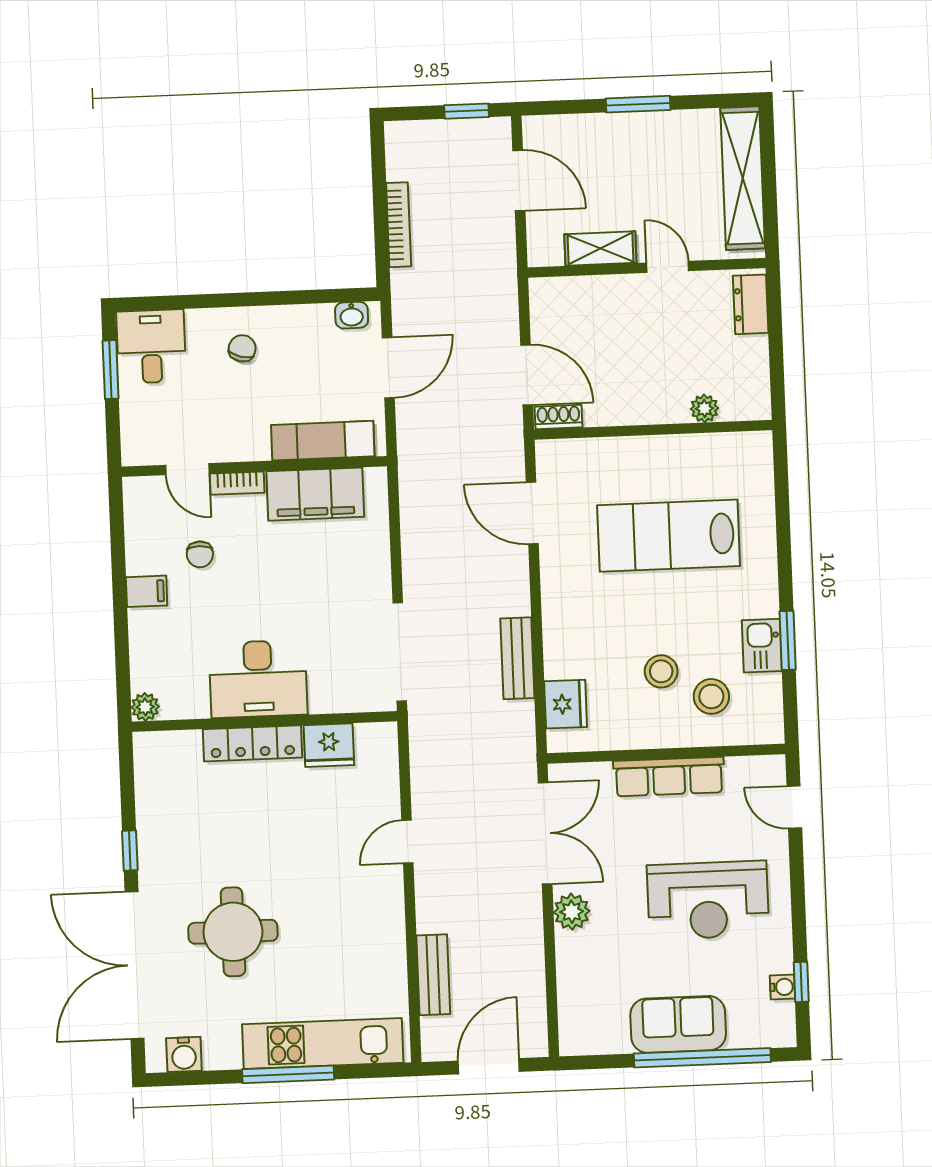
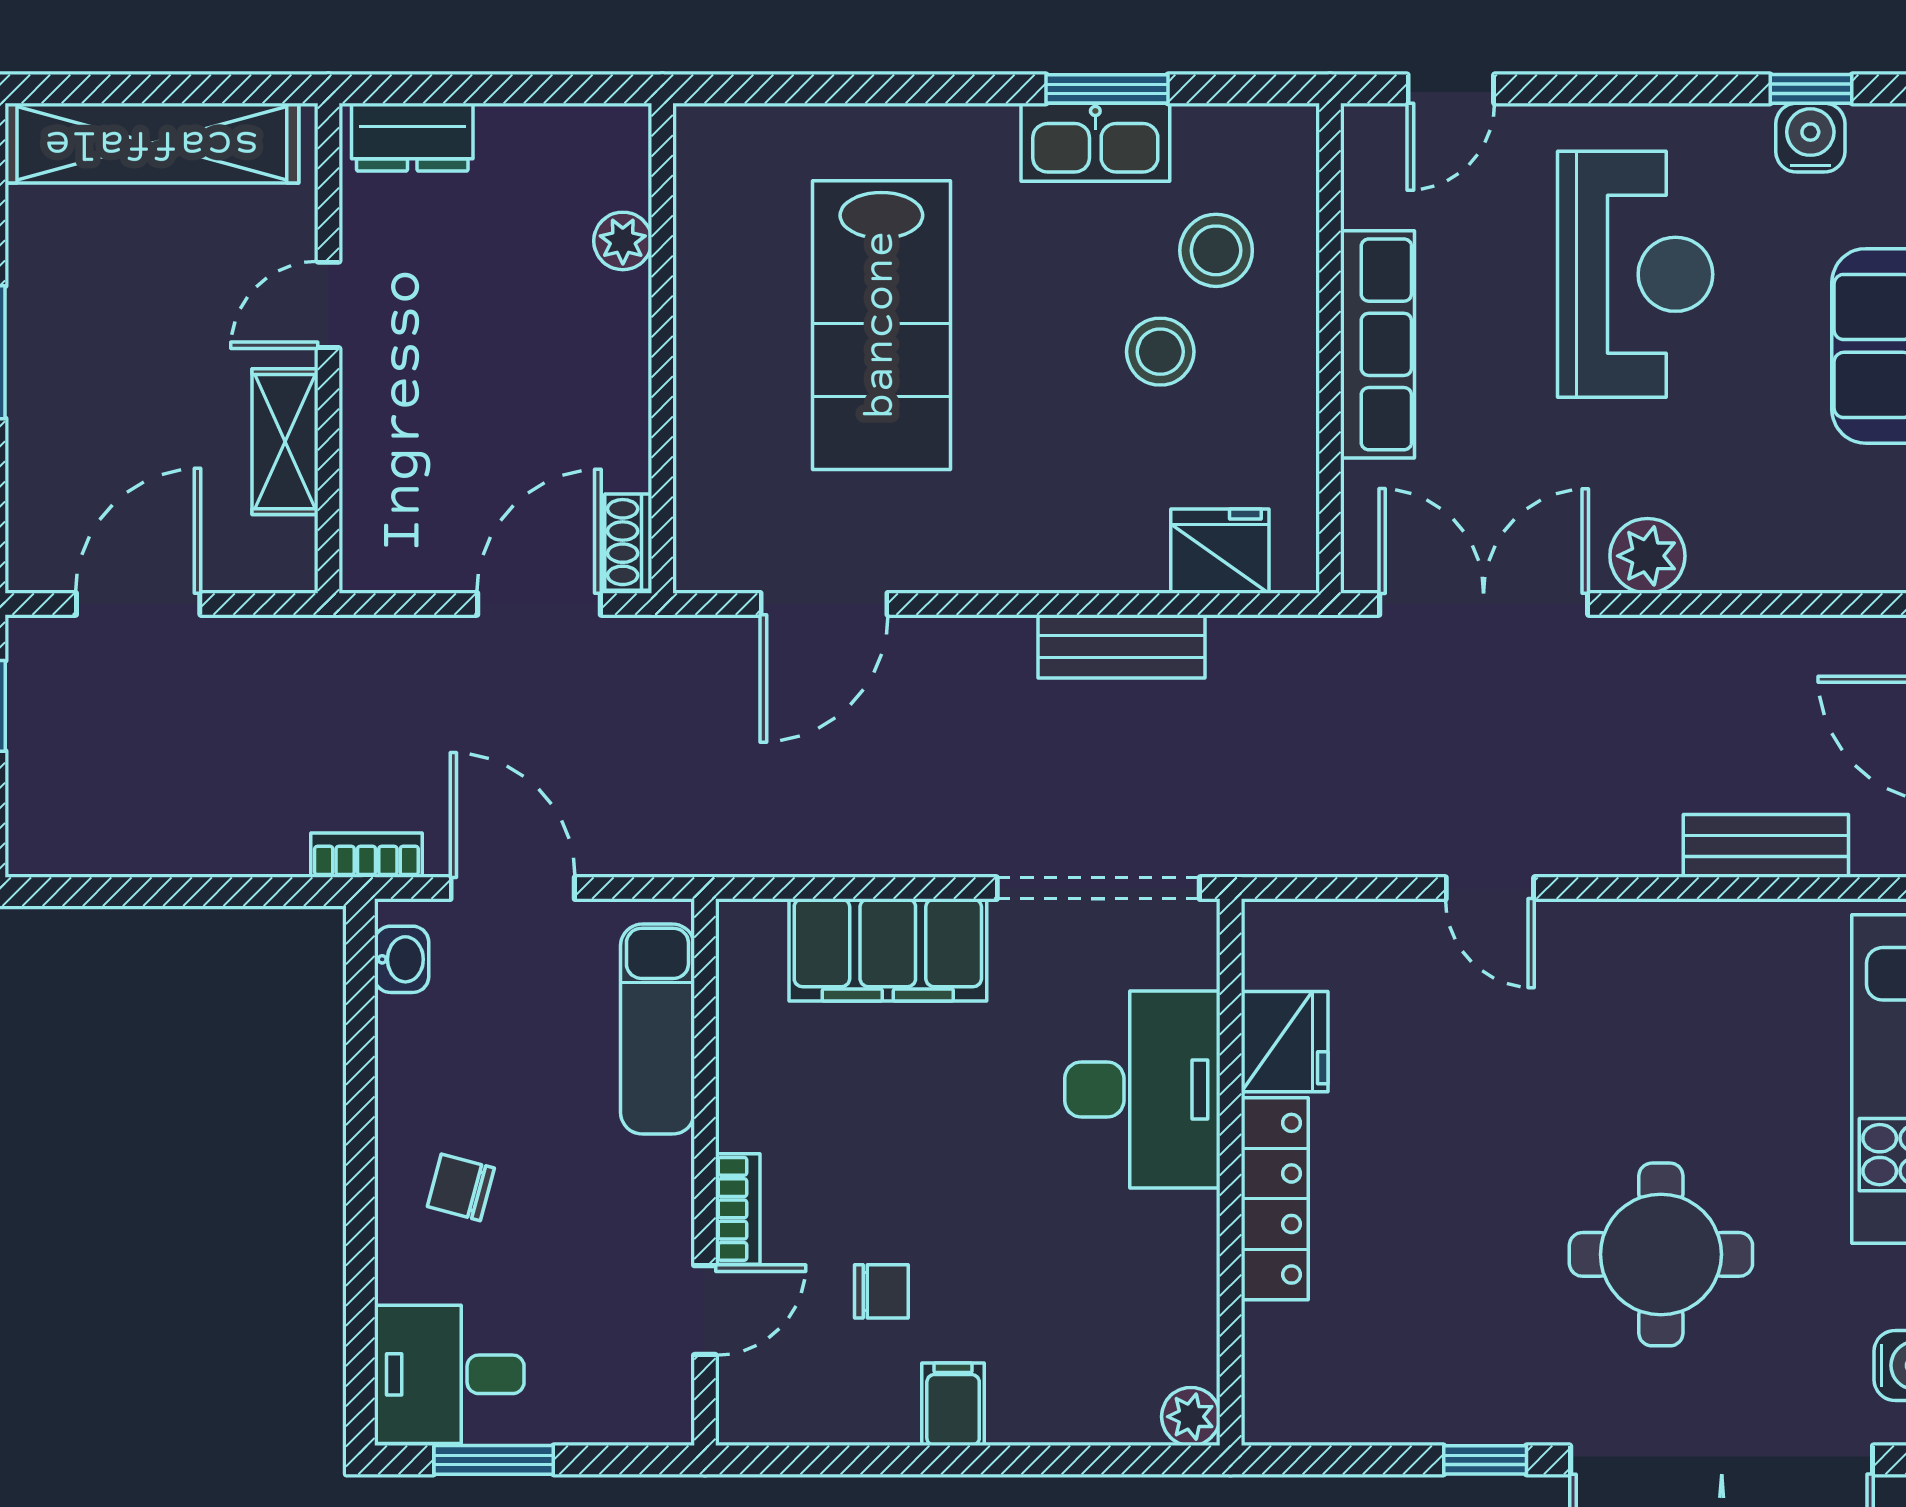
bookcase: (399, 225) -> (366, 855), moved, width x0.64
filing cabinet: (315, 494) -> (888, 950), moved, turned 90
kitchen sink: (762, 646) -> (1095, 142), width x1.38
desk: (258, 679) -> (1142, 1090), moved
water cooler: (782, 987) -> (1810, 138), width x1.38, depth x1.38

